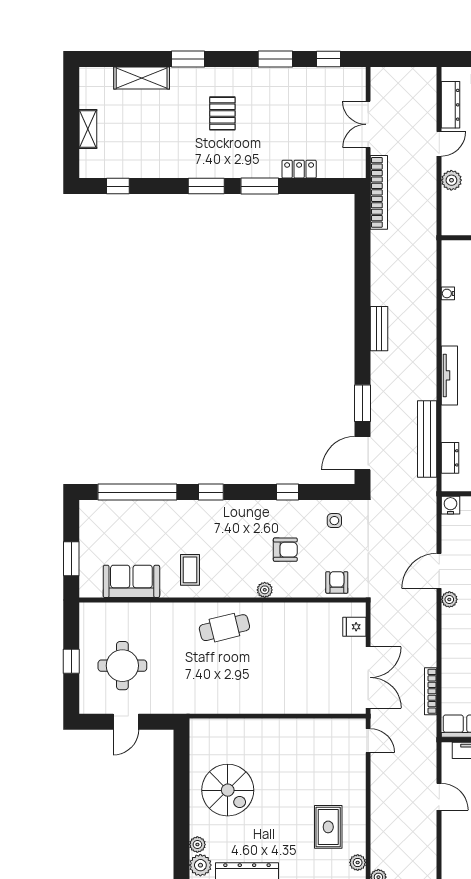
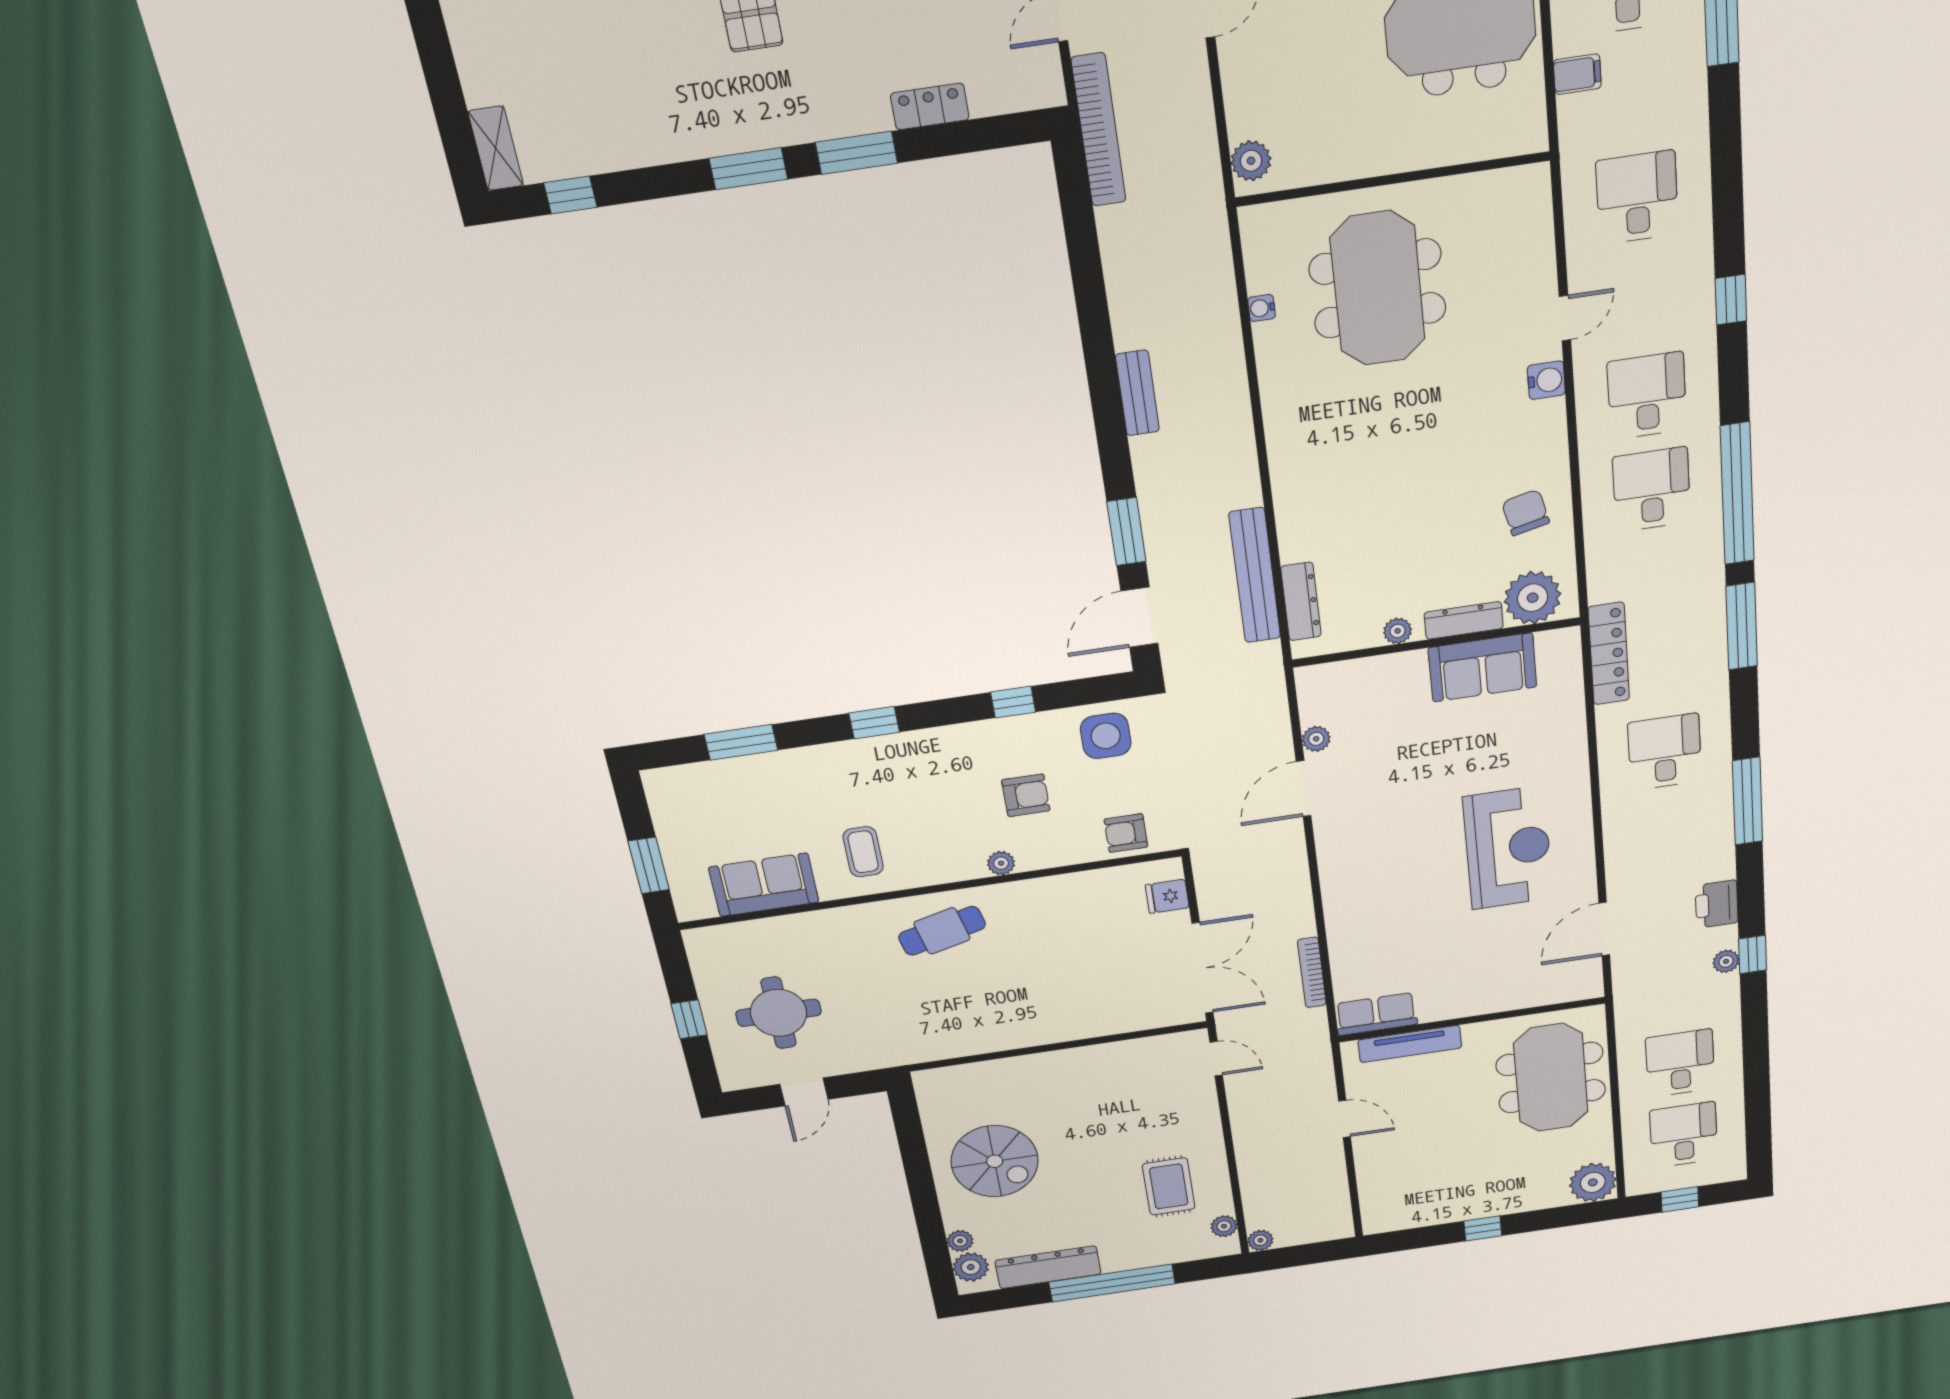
shelving: (88, 129) -> (496, 148), moved
plant: (451, 180) -> (1251, 161), moved
tv unit: (449, 375) -> (1283, 458), removed
dresser: (450, 458) -> (1301, 602), width x1.44
window: (137, 492) -> (741, 742), width x0.47
water cooler: (450, 505) -> (1311, 680), removed
side table: (334, 521) -> (1106, 736), width x1.87, depth x1.87
armchair: (337, 582) -> (1126, 833), turned -90
plant: (449, 599) -> (1316, 739), moved

